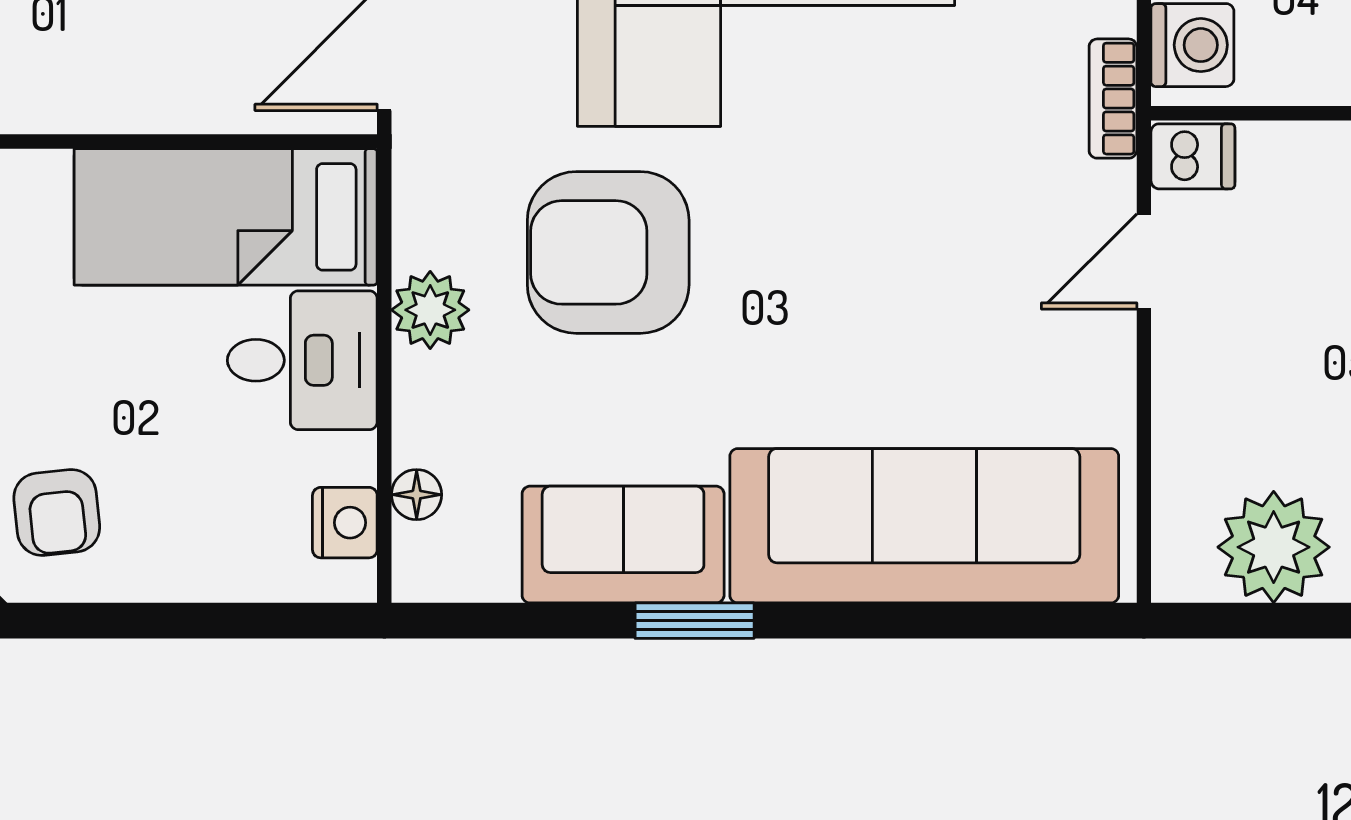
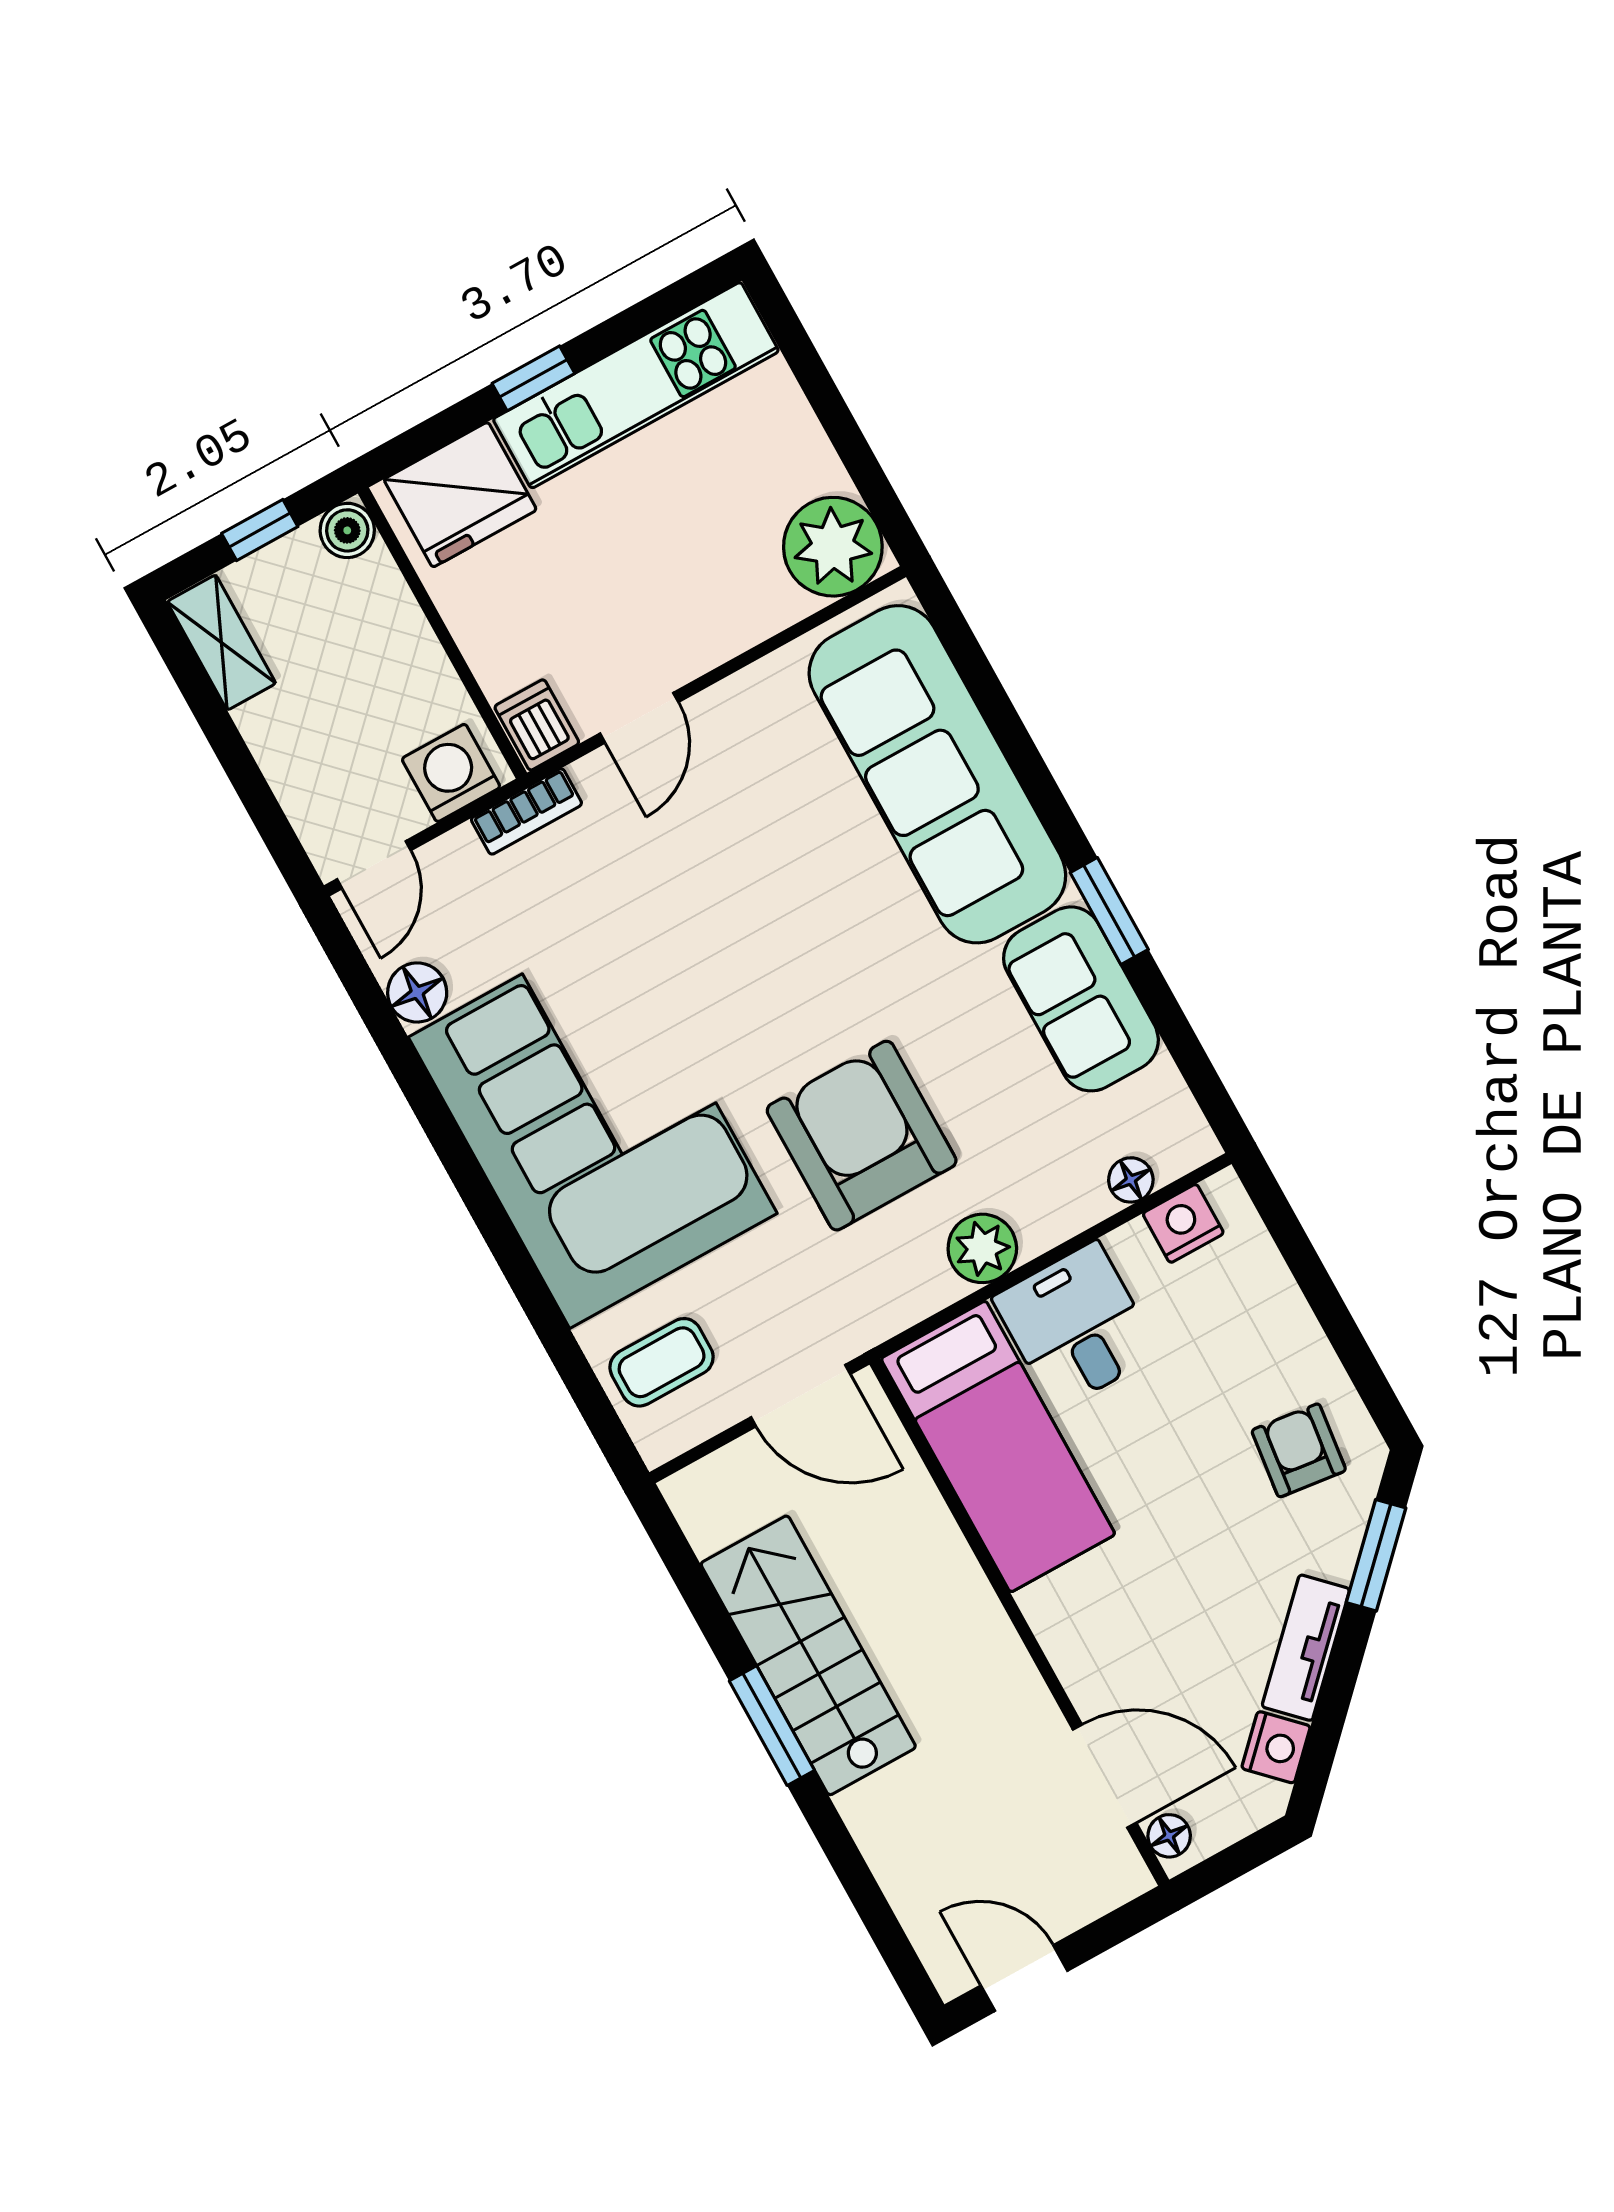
armchair: (608, 252) -> (862, 1136), turned 180
door: (1144, 262) -> (639, 718), hinge flipped
armchair: (57, 512) -> (1299, 1450), turned -77
plant: (1274, 547) -> (833, 547), moved

